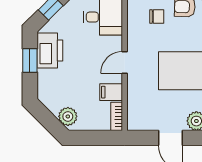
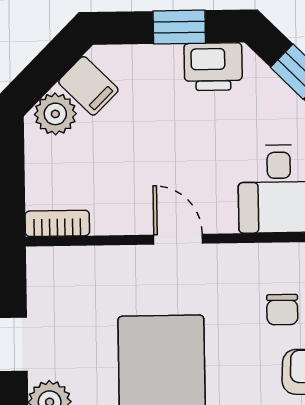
printer: (50, 50) -> (213, 67), width x0.73, depth x0.84
filing cabinet: (111, 92) -> (88, 86), moved, turned 135

